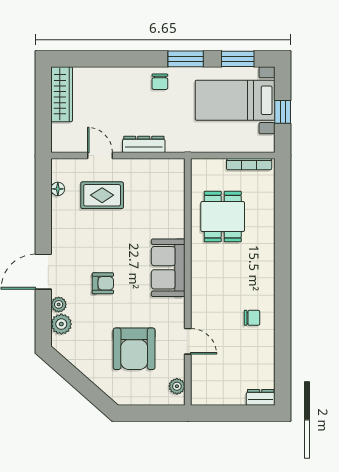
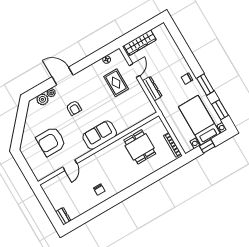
wardrobe: (62, 94) -> (140, 43), moved
dining table: (223, 217) -> (140, 147), turned 90
plant: (177, 386) -> (45, 173), removed

